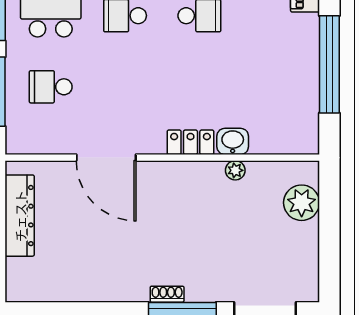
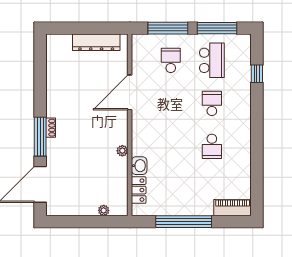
locker: (190, 142) -> (139, 190), moved
plant: (235, 170) -> (122, 151), moved
plant: (302, 203) -> (104, 210), width x0.53, depth x0.53

